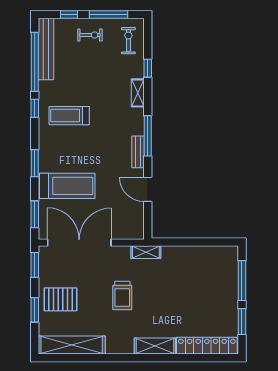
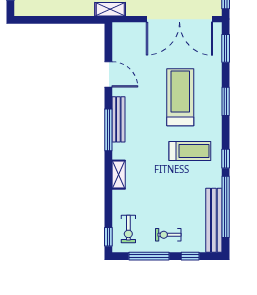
window: (148, 68) -> (108, 237), moved
bench: (138, 152) -> (118, 119), width x1.36
treadmill: (67, 186) -> (180, 97), moved, turned 90

